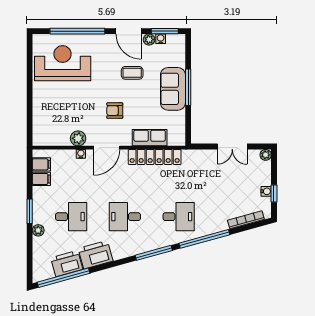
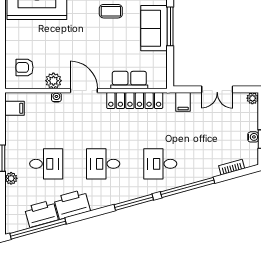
armchair: (115, 111) -> (25, 67), moved
door: (107, 148) -> (84, 91), swing flipped
filing cabinet: (41, 179) -> (183, 102), moved, turned 90
desk: (179, 217) -> (160, 164), turned 180
bookcase: (246, 220) -> (232, 167), width x0.64

